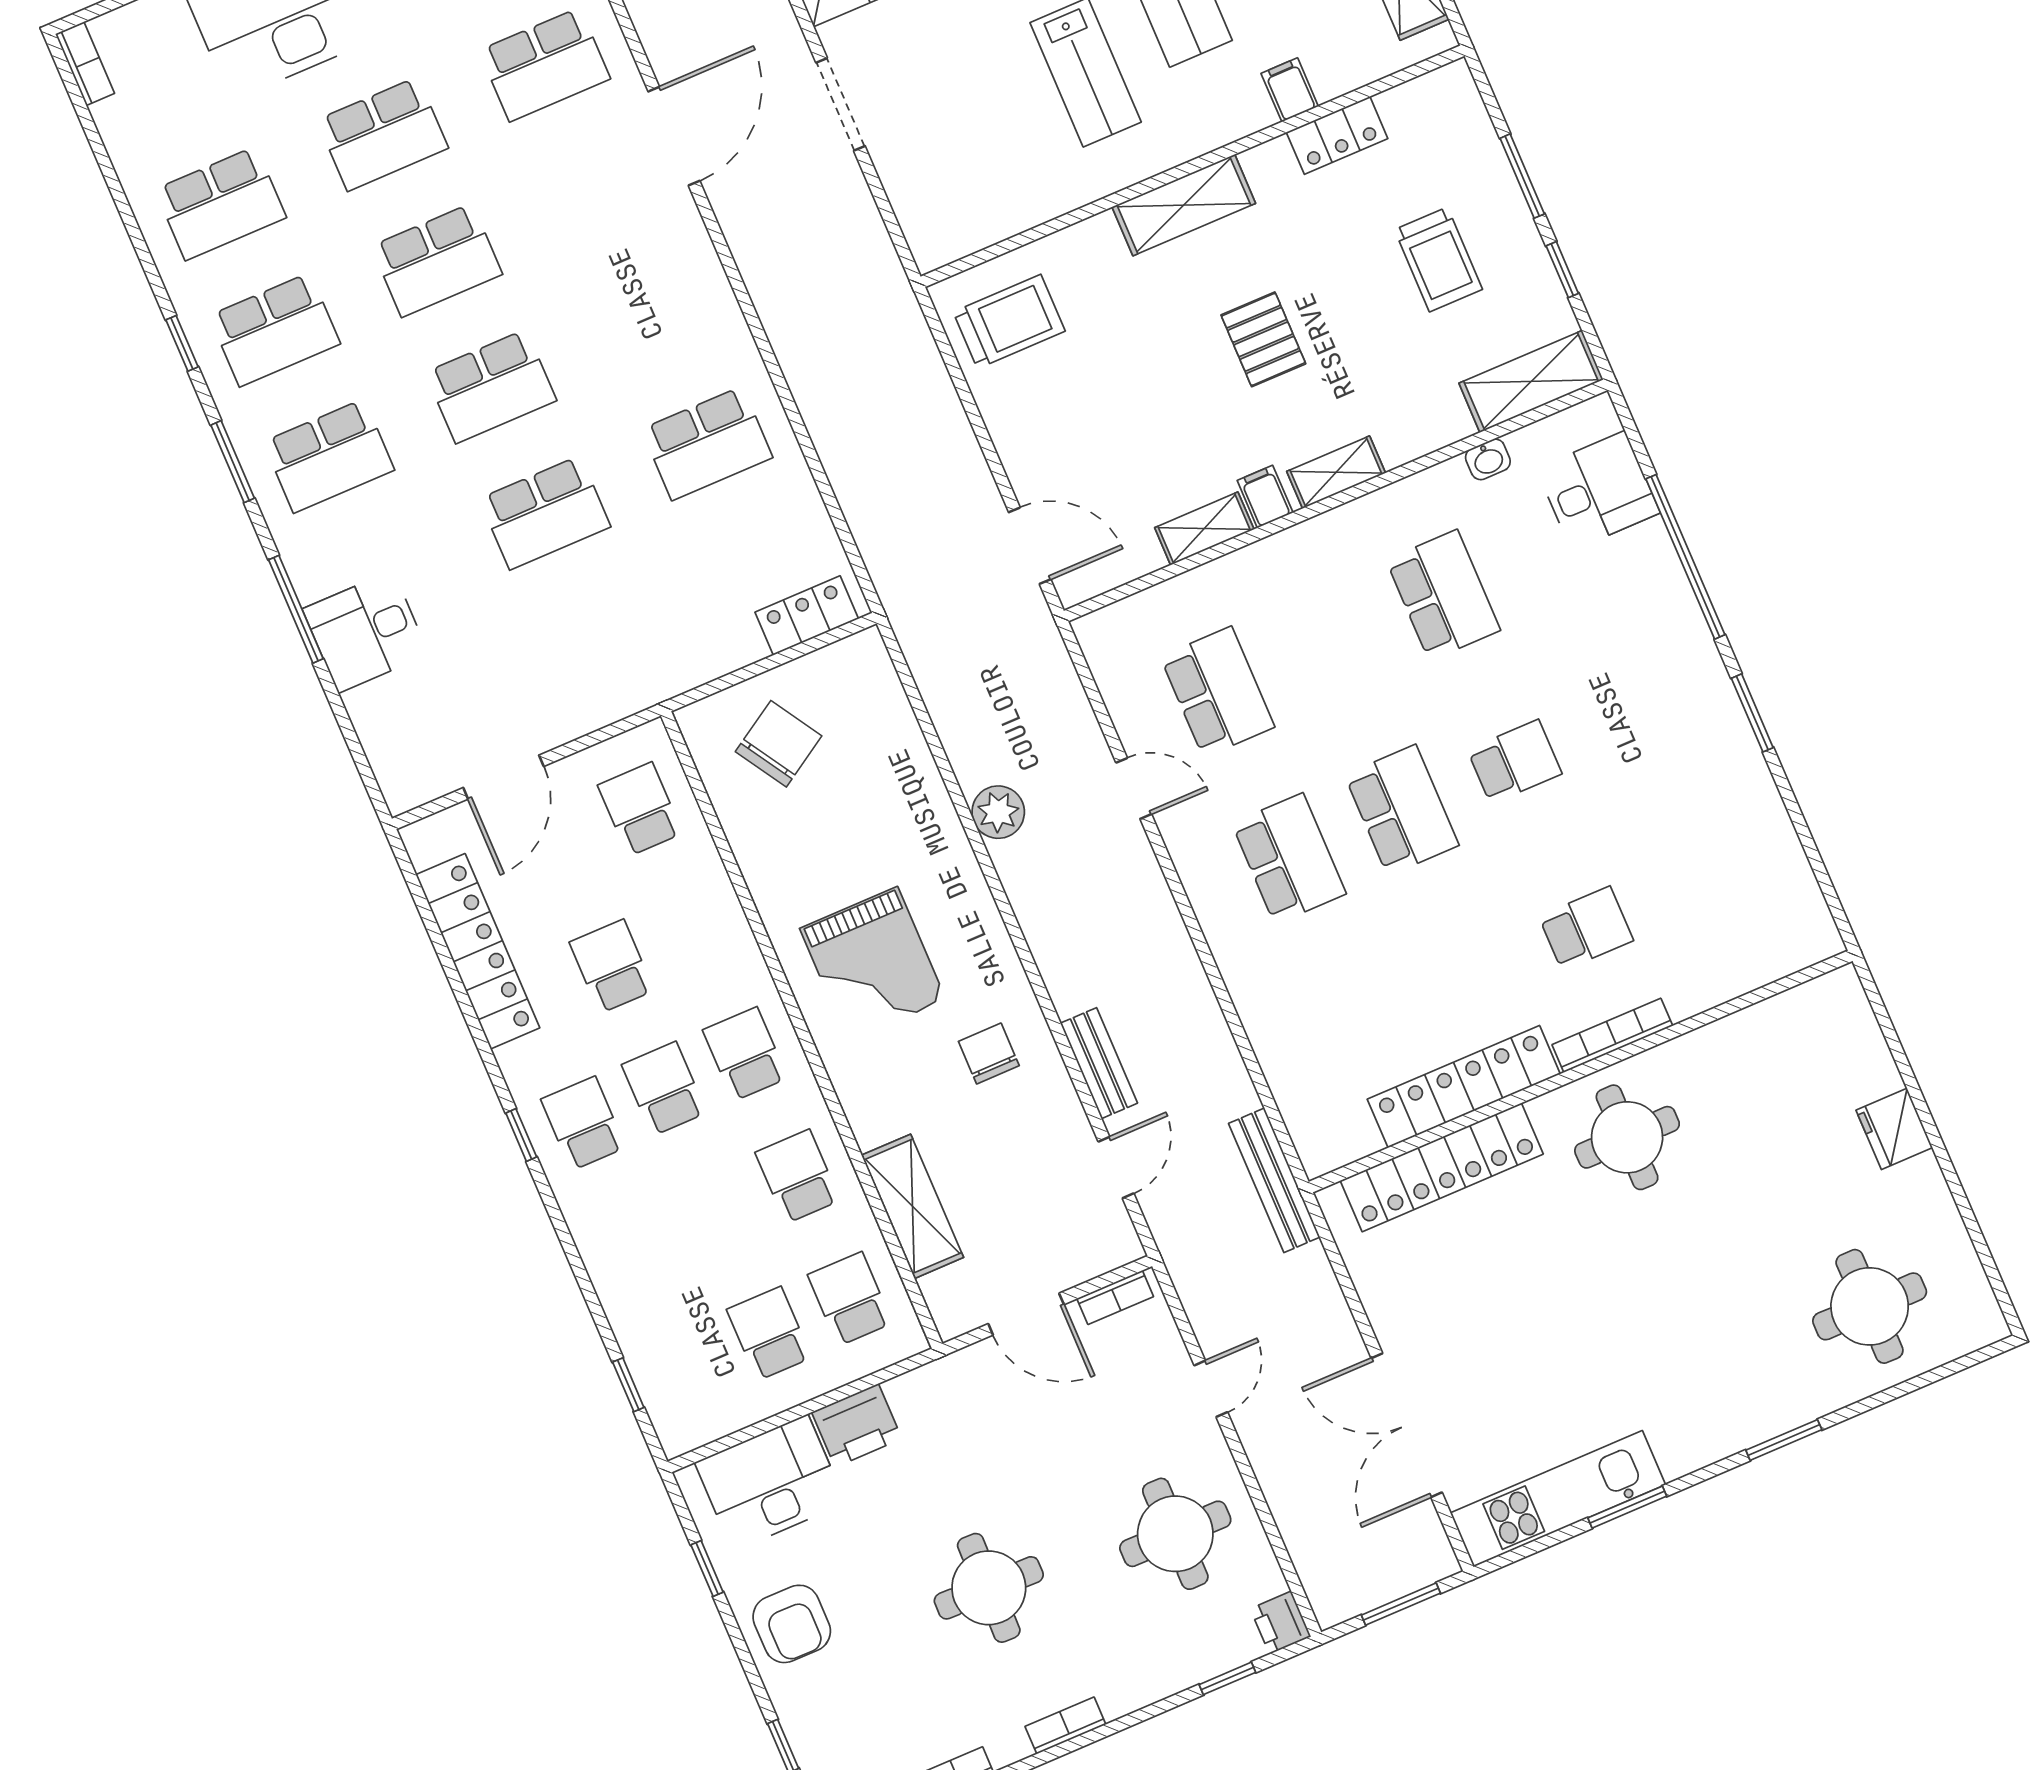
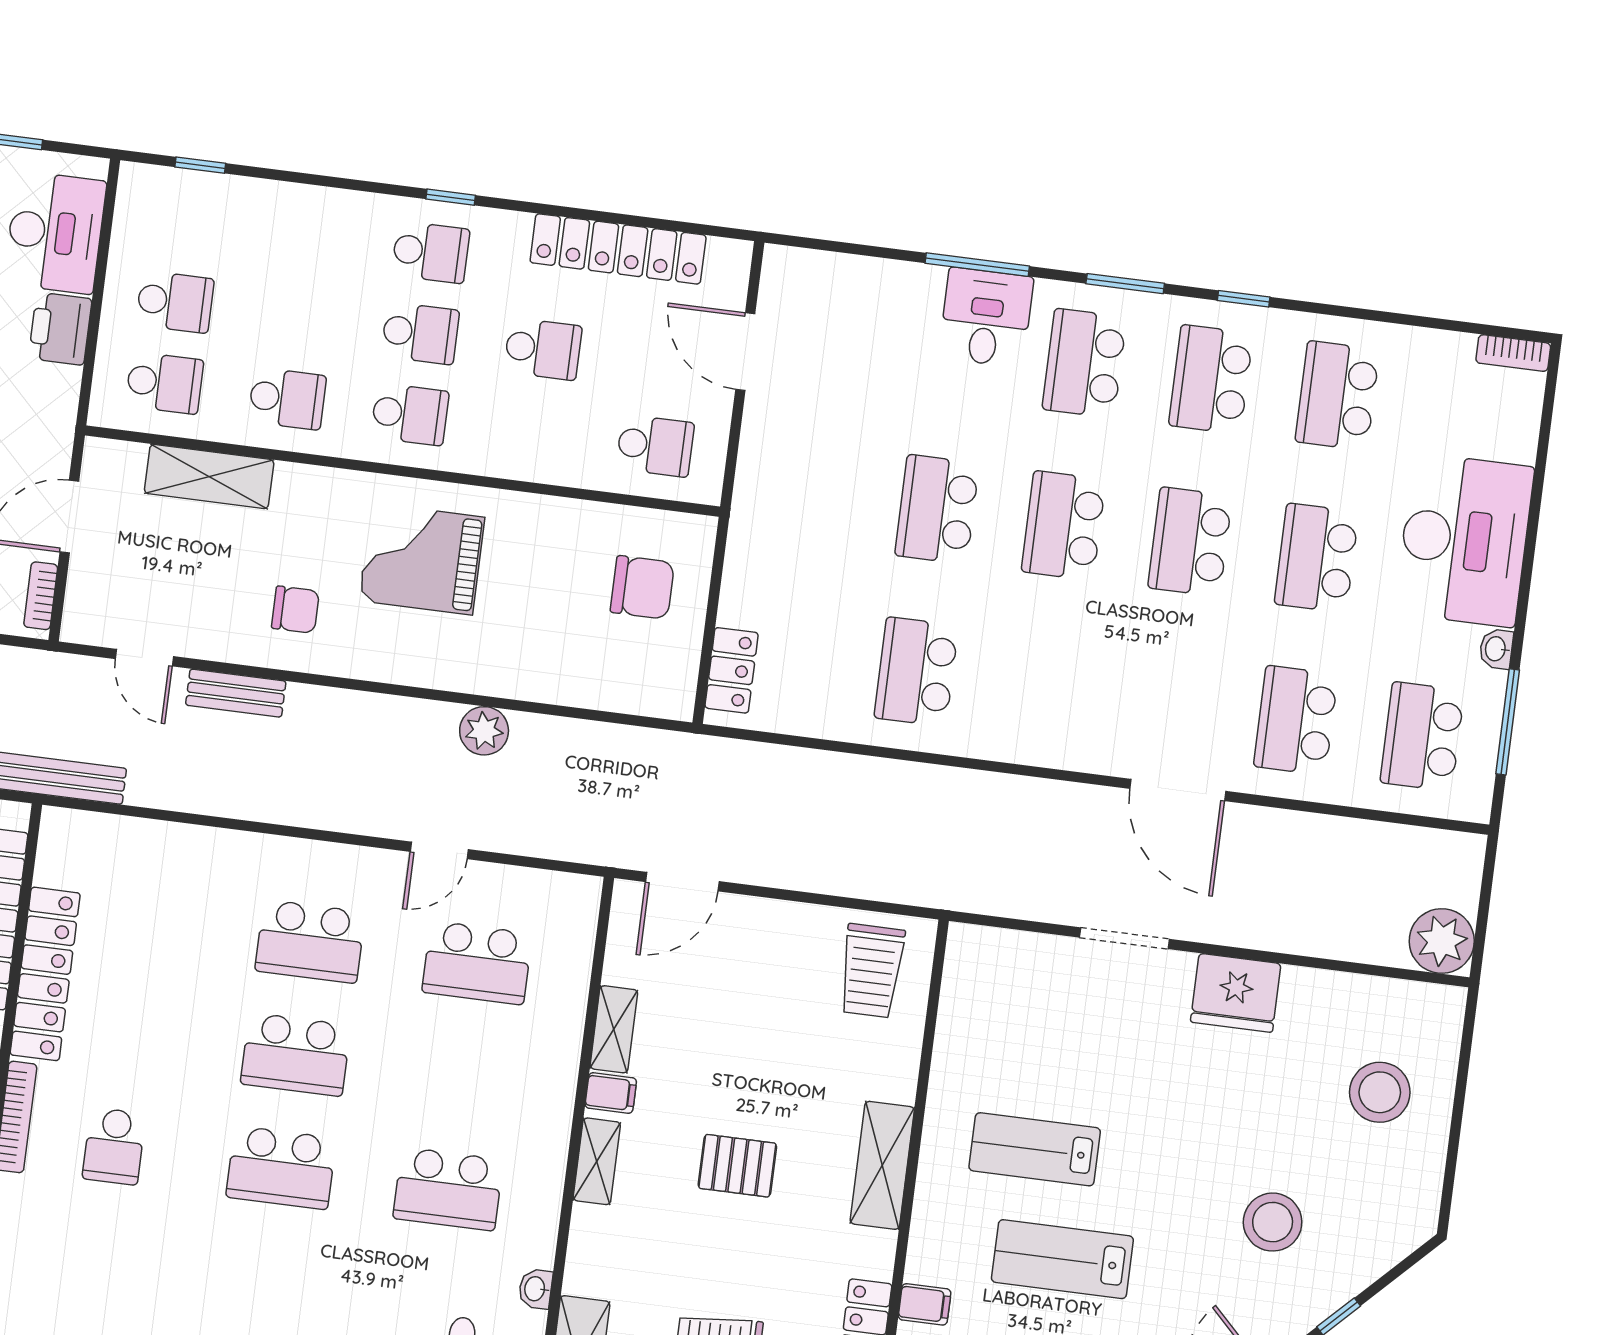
desk: (366, 632) -> (986, 317), moved
chair: (779, 744) -> (642, 587), turned -58
school desk: (1515, 762) -> (281, 1168), width x1.85

